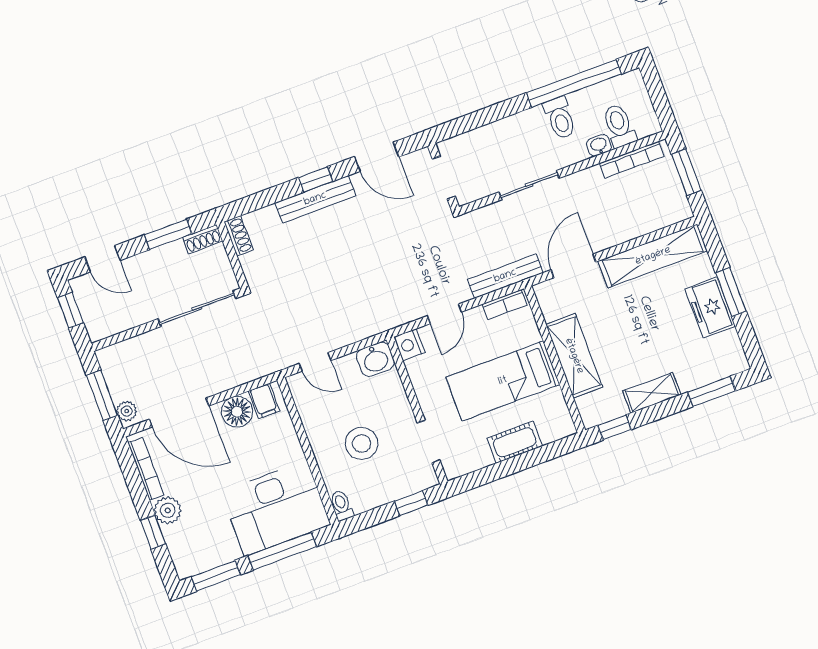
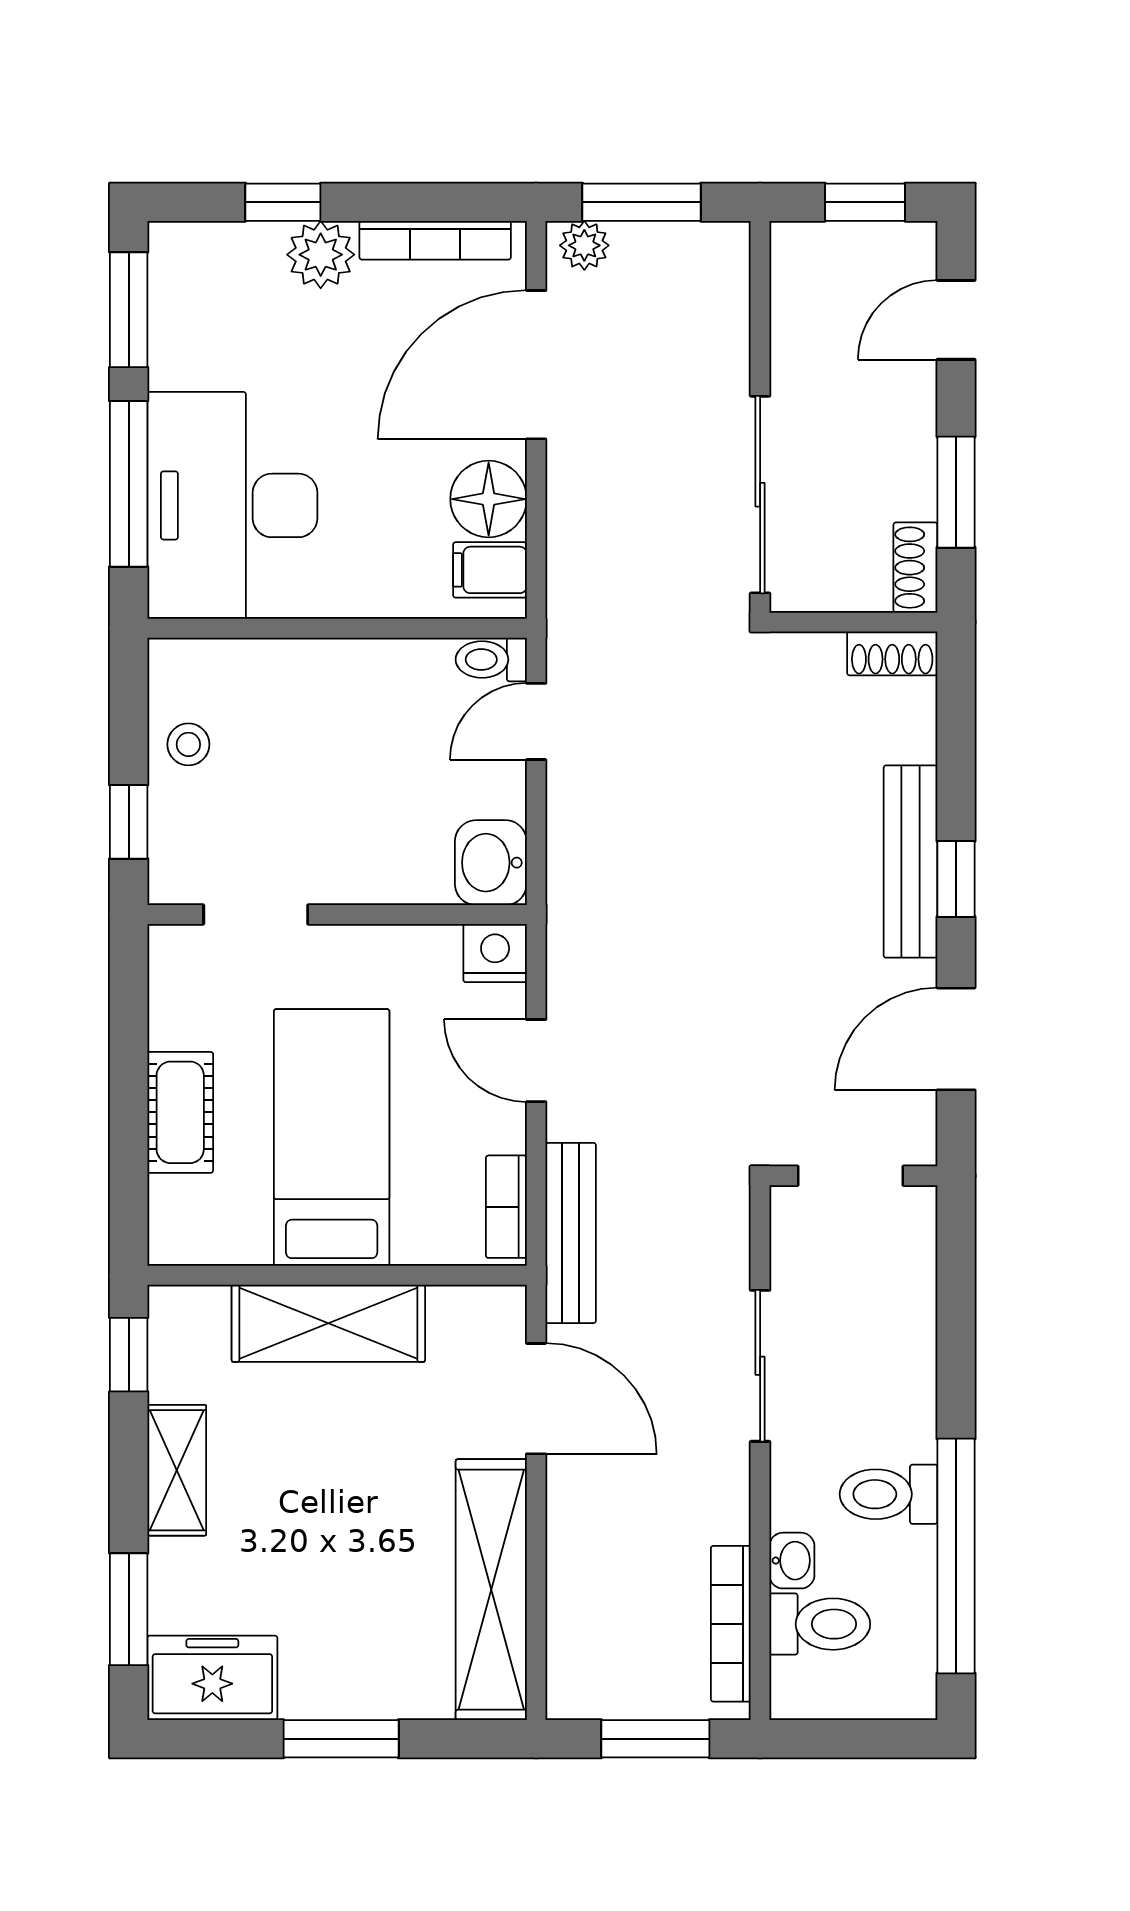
freezer: (710, 307) -> (212, 1678), moved
stool: (362, 443) -> (188, 744), moved, width x0.53, depth x0.53
toilet: (342, 505) -> (491, 660), moved, turned 180

